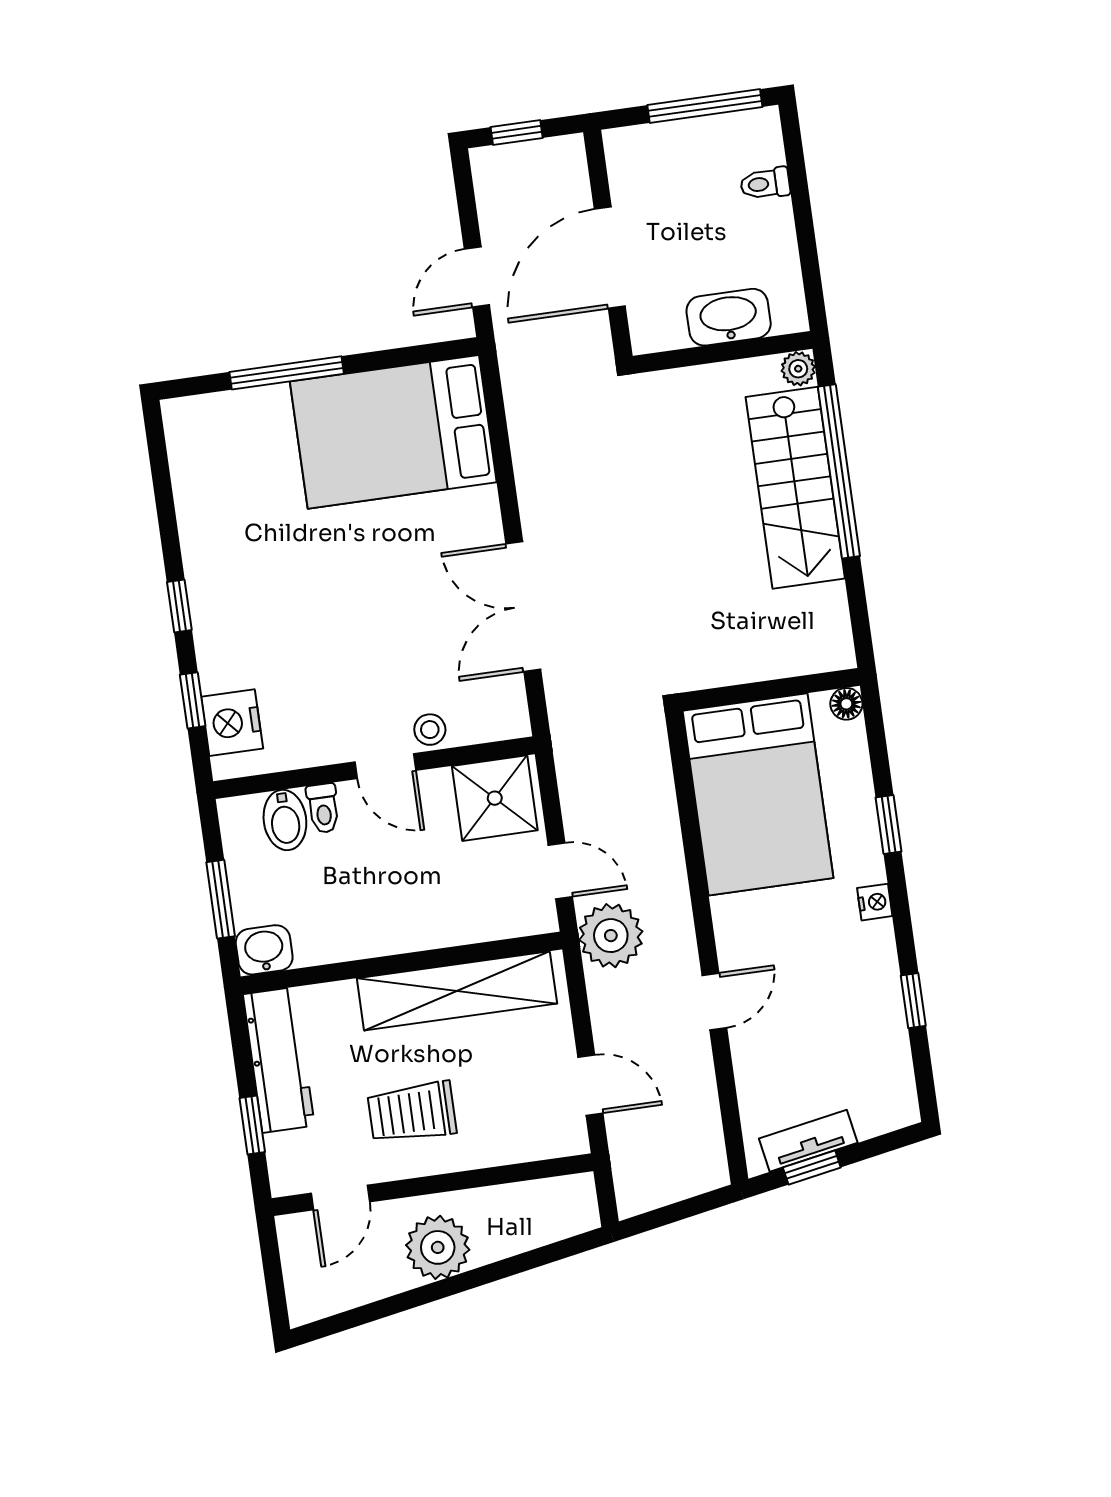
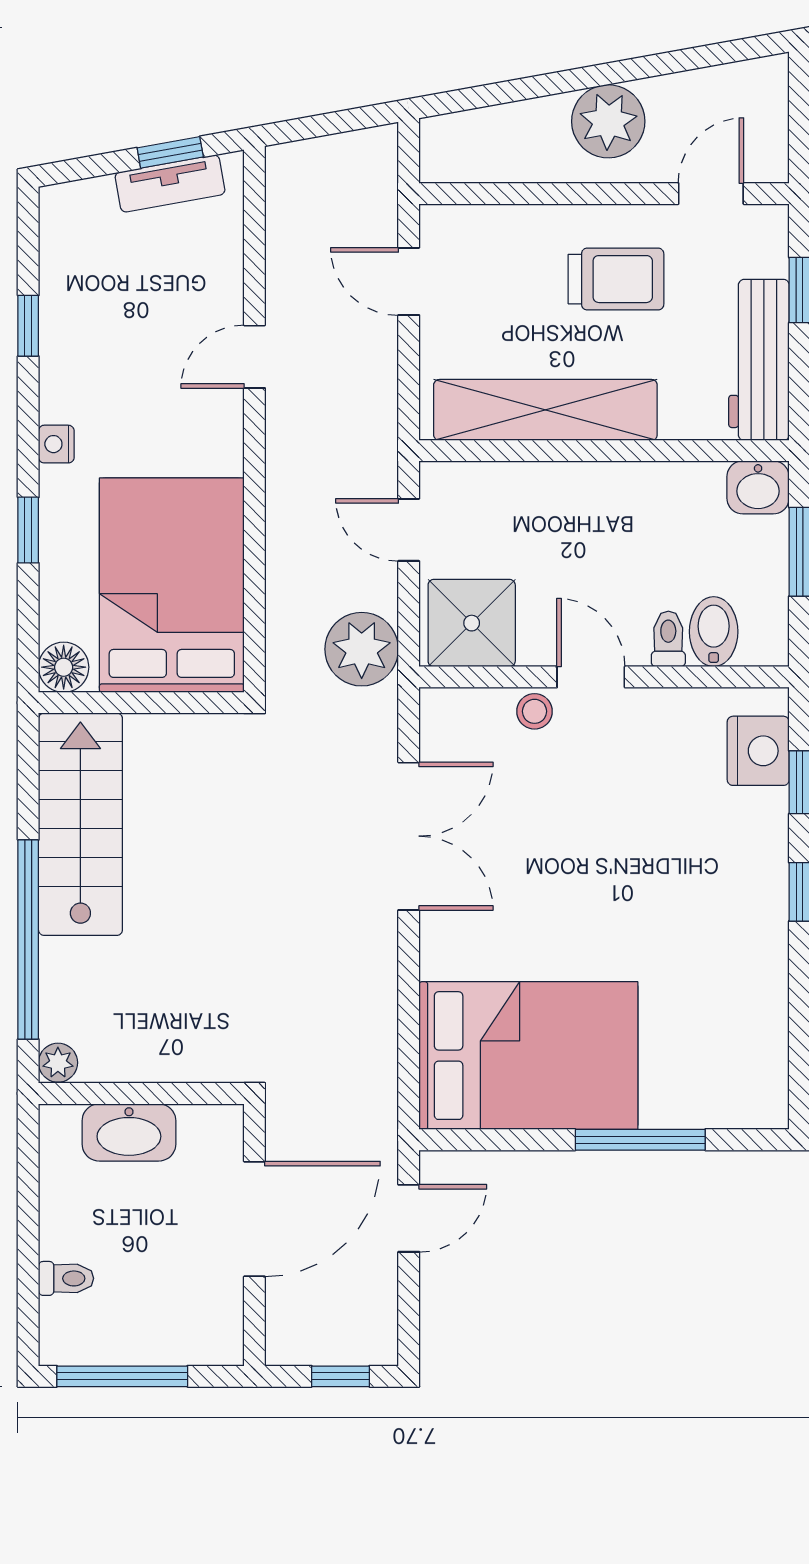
stairs: (795, 488) -> (80, 824), moved
floor lamp: (846, 704) -> (64, 667), width x1.37, depth x1.37
plant: (611, 936) -> (362, 649), moved

